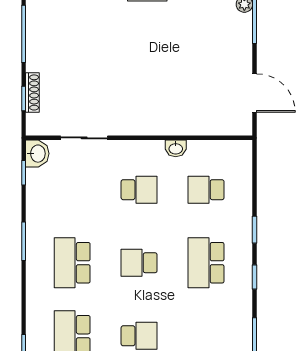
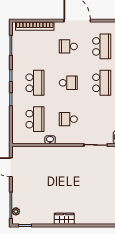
school desk: (206, 190) -> (35, 119), width x1.85

